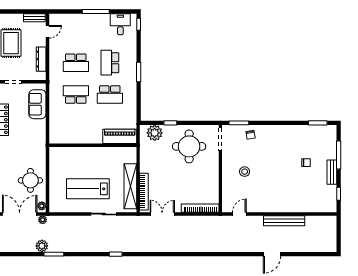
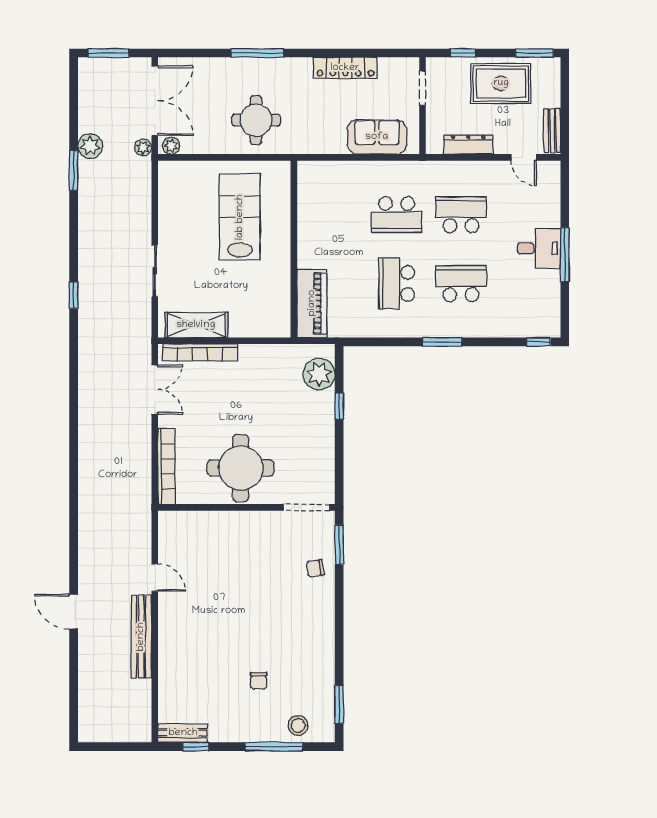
desk: (120, 24) -> (539, 248), moved
school desk: (76, 63) -> (461, 215), turned 90
school desk: (76, 95) -> (397, 215), turned 90
round table: (189, 146) -> (241, 468), moved
stool: (245, 172) -> (298, 725), moved
bench: (332, 172) -> (183, 733), moved
round table: (30, 180) -> (256, 120), moved
shelving: (130, 186) -> (196, 325), width x0.68
lab bench: (88, 189) -> (240, 217), moved
door: (239, 214) -> (155, 578), moved

